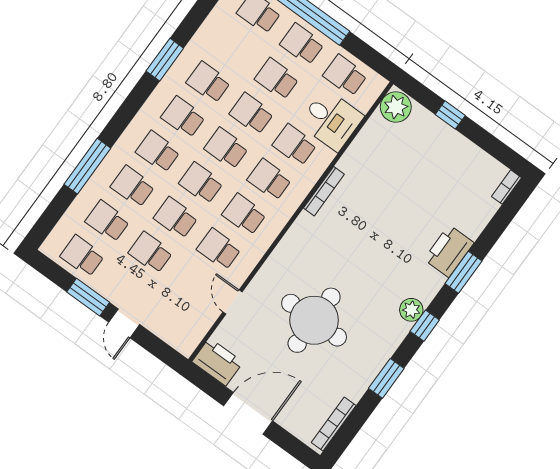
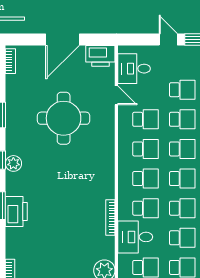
bookcase: (324, 191) -> (110, 217), moved
desk: (189, 318) -> (134, 69), added
bookcase: (334, 424) -> (10, 61), width x0.64

